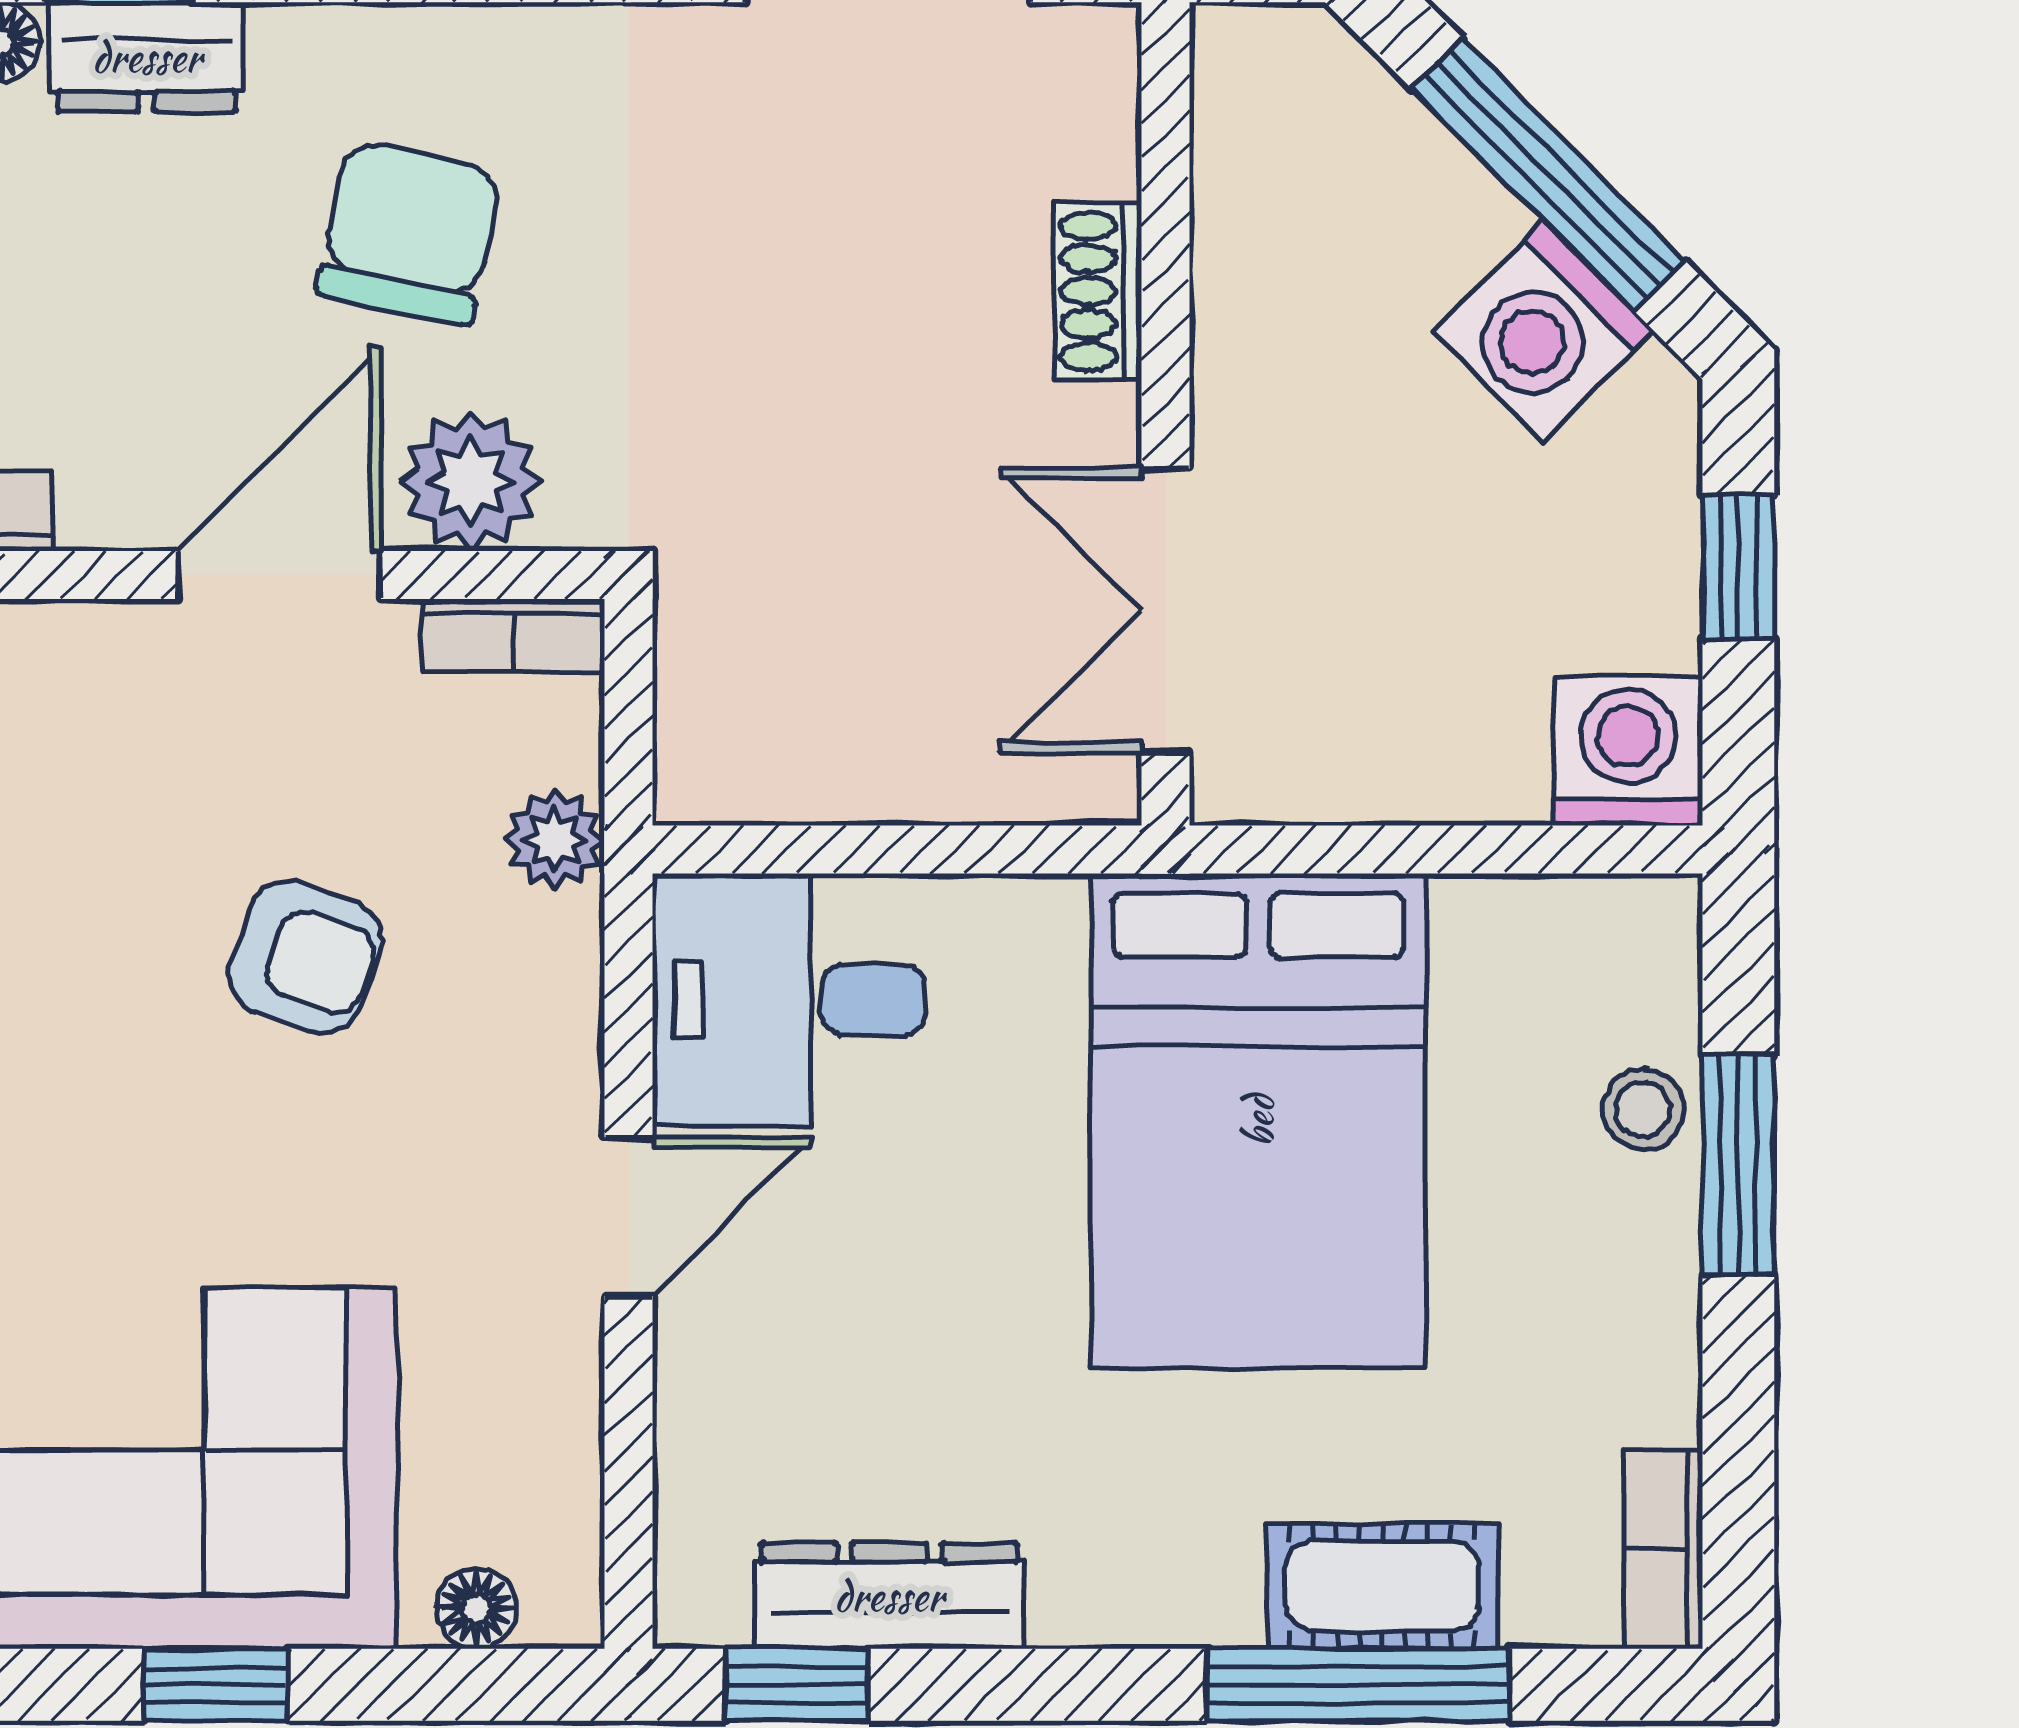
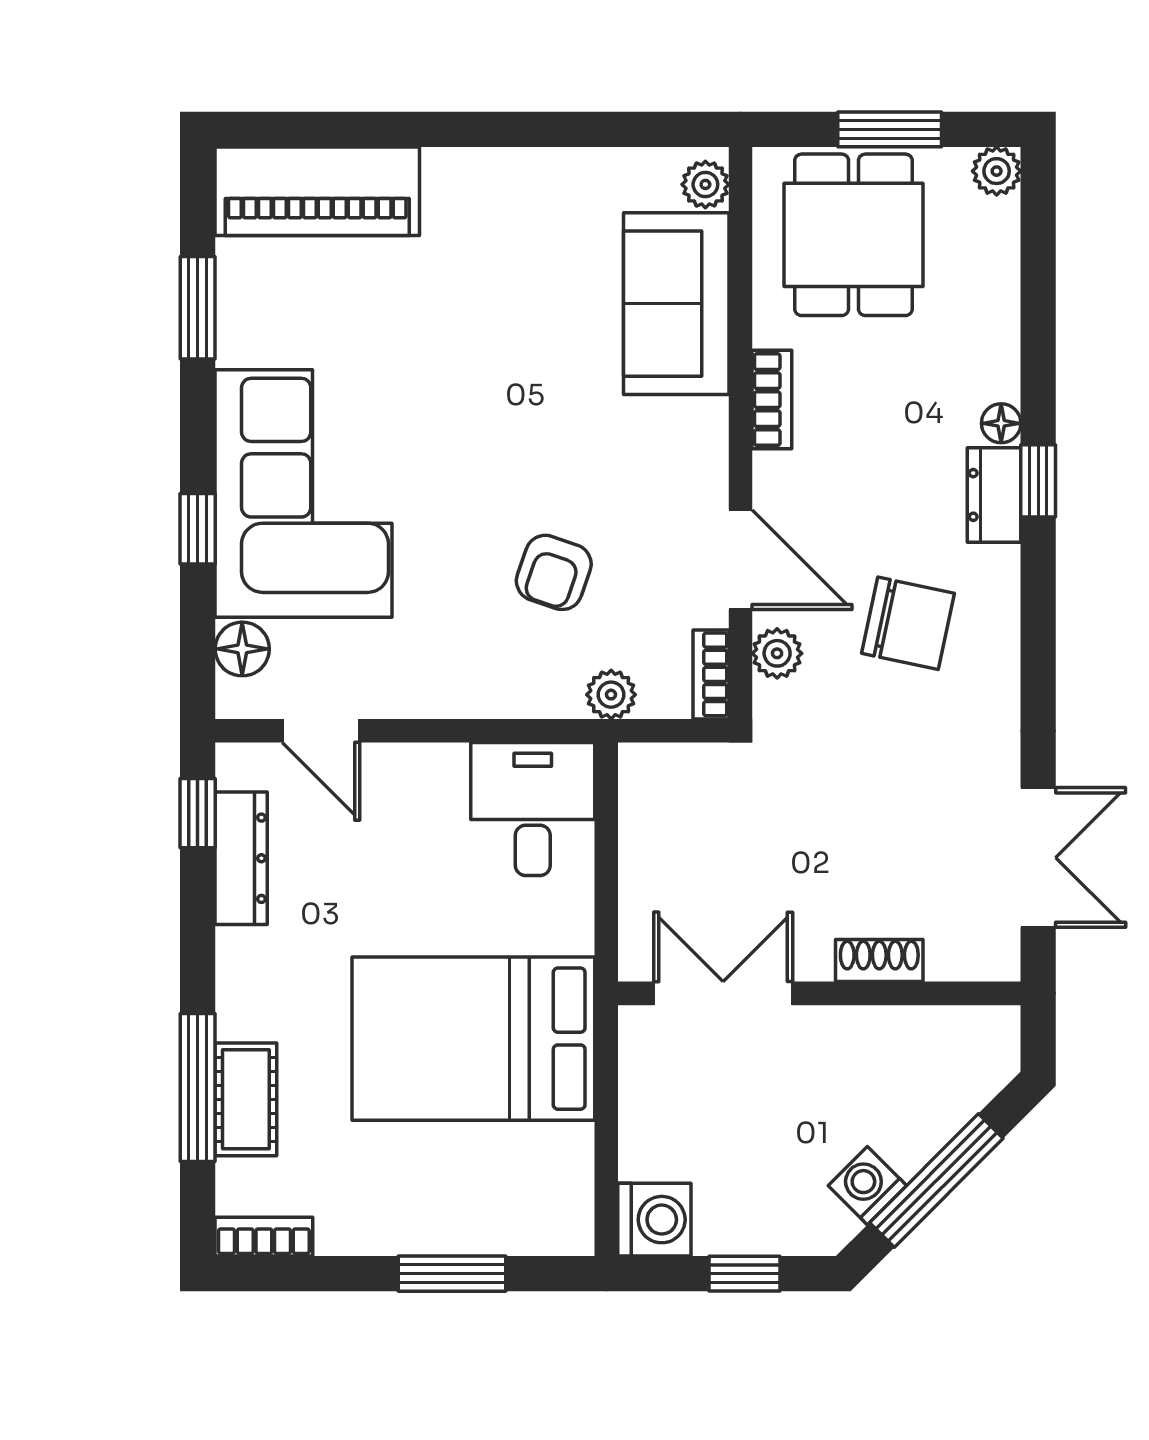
washing machine: (1543, 331) -> (867, 1186), width x0.73, depth x0.73
plant: (470, 481) -> (777, 653), width x0.73, depth x0.73
stool: (1643, 1109) -> (479, 1227), removed
door: (629, 1217) -> (321, 731), moved
floor lamp: (476, 1609) -> (242, 649), width x1.37, depth x1.37

